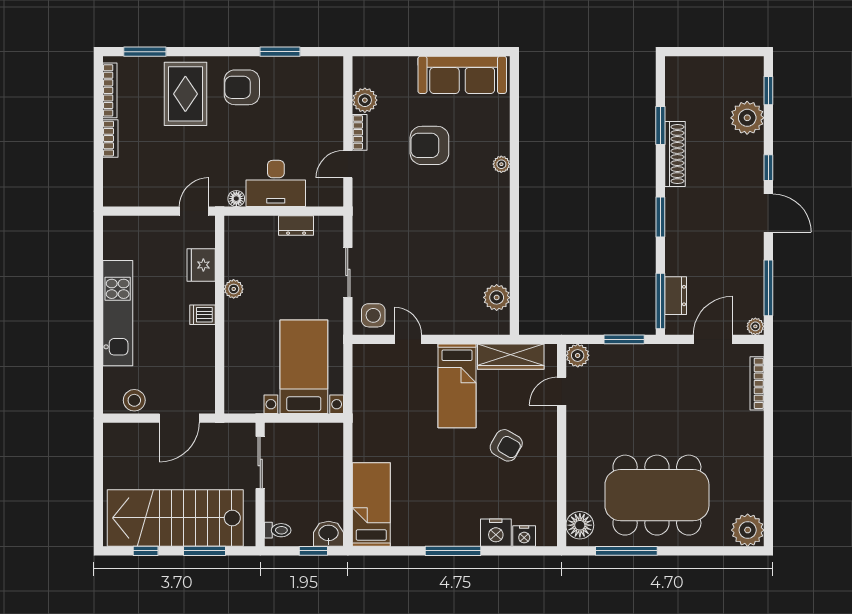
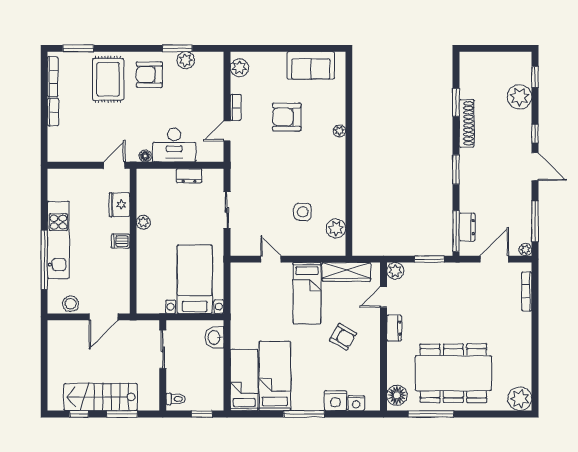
plant: (292, 68) -> (186, 60), added
sofa: (462, 75) -> (311, 65), width x0.73
plant: (365, 100) -> (239, 68), moved
side table: (373, 315) -> (303, 212), moved
window: (98, 340) -> (44, 260), added
dresser: (576, 433) -> (394, 328), added
bed: (413, 499) -> (275, 376), added
stairs: (175, 518) -> (101, 397), width x0.73, depth x0.66
washbasin: (329, 534) -> (214, 337), moved, turned -90

